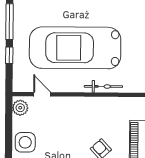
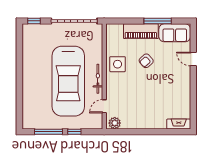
bicycle: (103, 86) -> (98, 79), moved
side table: (25, 142) -> (118, 64), moved

